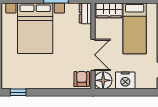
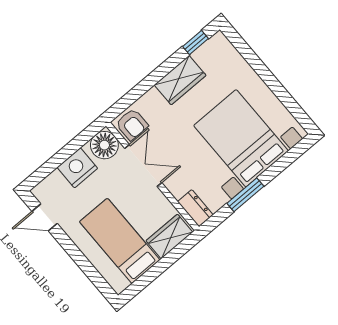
double door: (93, 55) -> (143, 166), swing flipped
wardrobe: (41, 81) -> (180, 80), added

